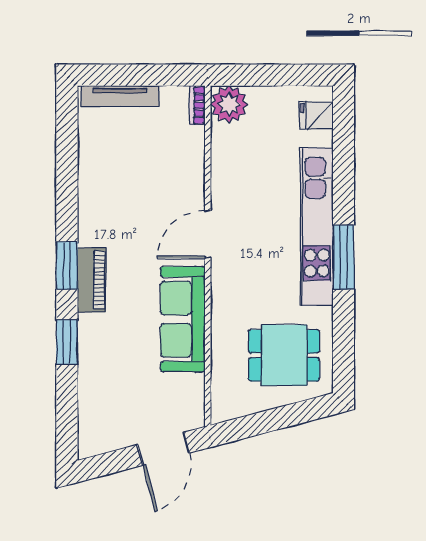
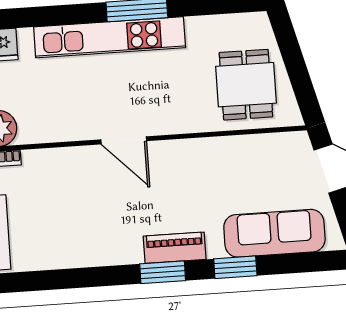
sofa: (183, 319) -> (274, 233), moved, turned 180
dining table: (284, 355) -> (246, 85), moved

